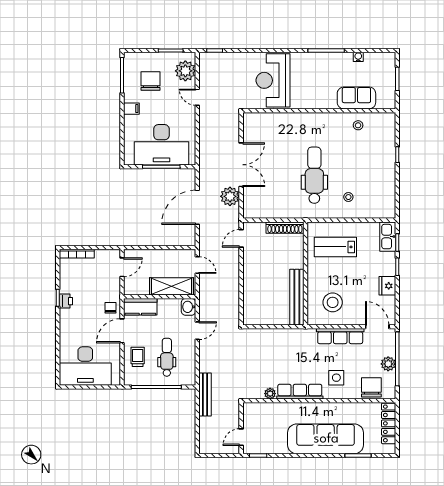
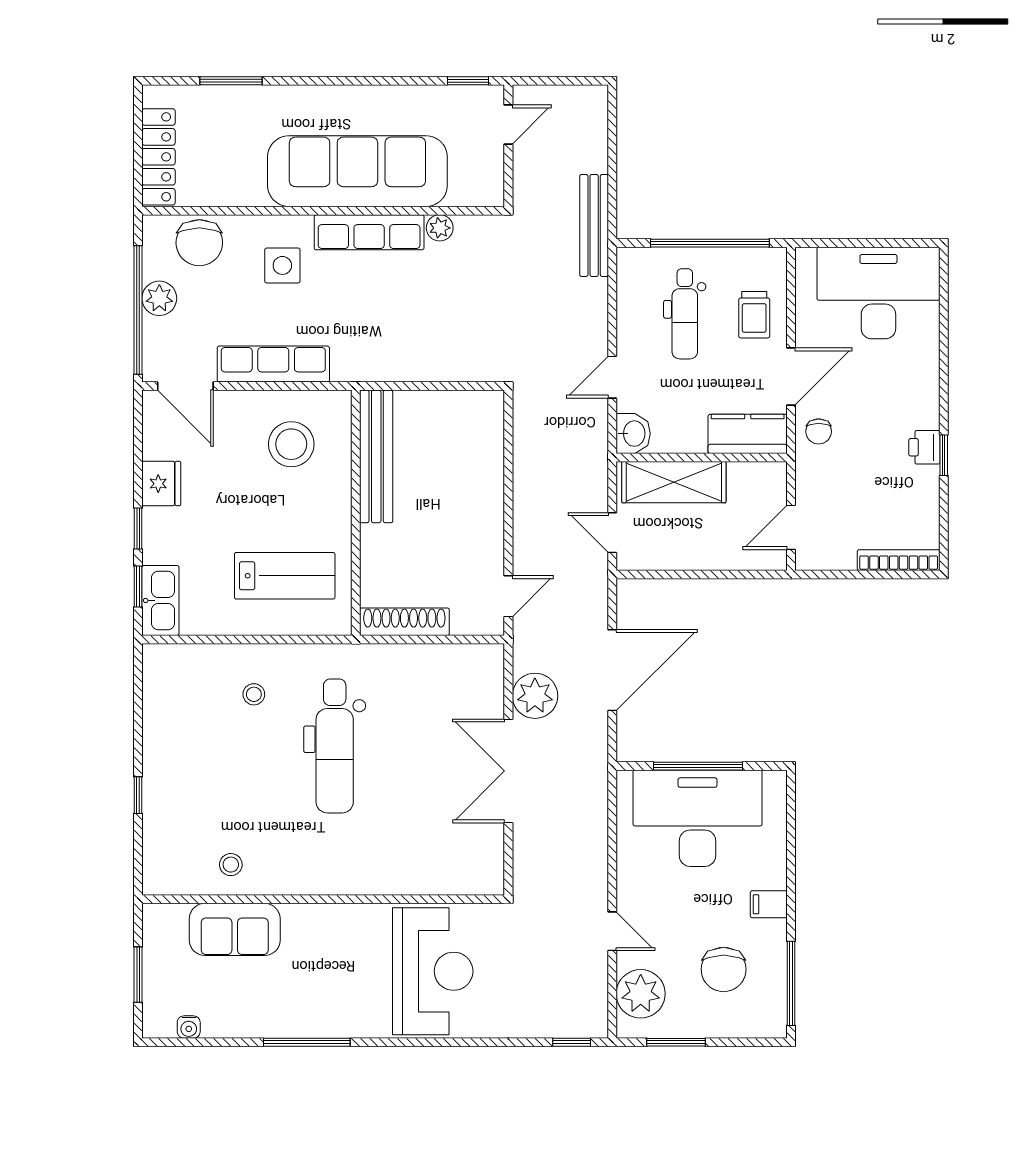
water cooler: (358, 57) -> (189, 1027), moved
sofa: (326, 439) -> (357, 171), moved, turned 180

